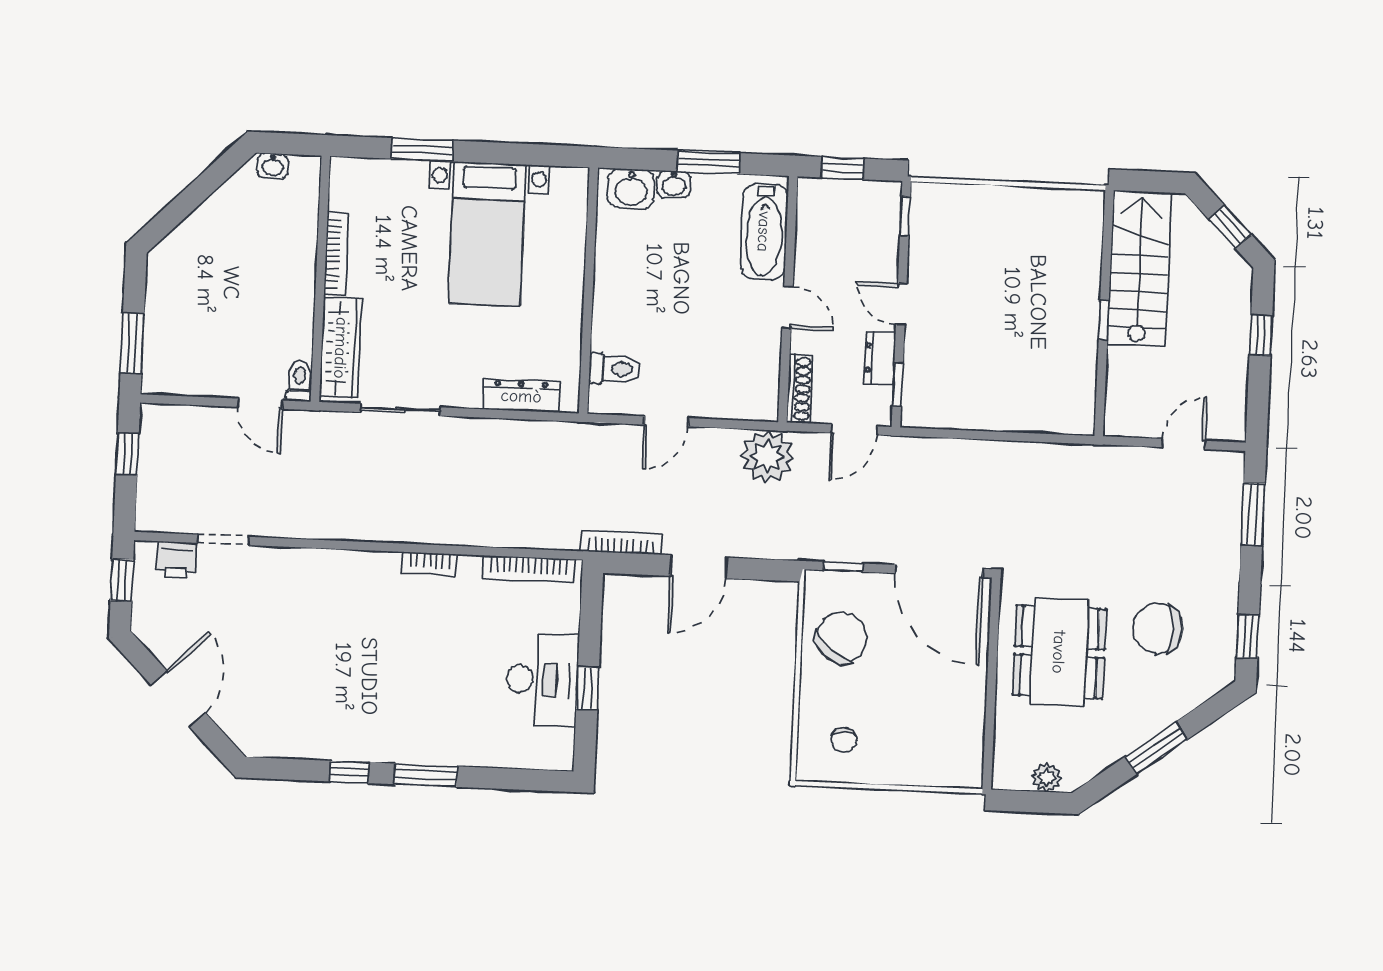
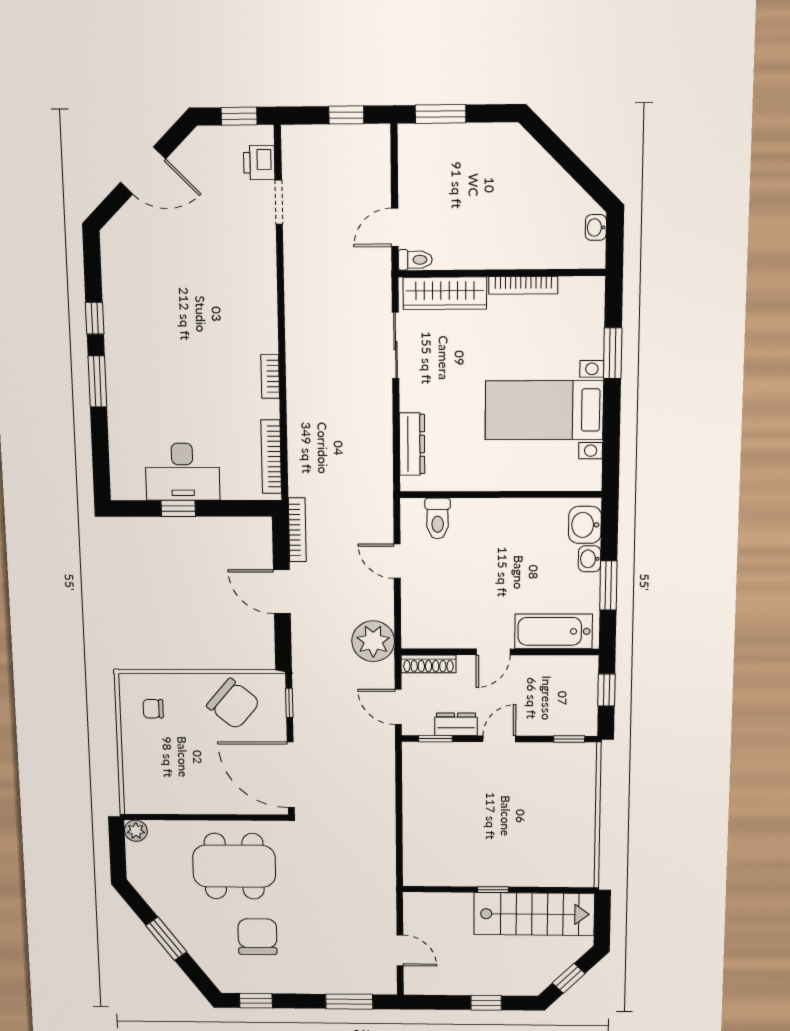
door: (939, 571) -> (291, 775), hinge flipped
plant: (1046, 777) -> (136, 831), moved

